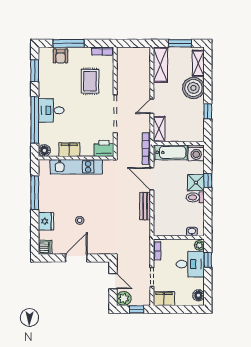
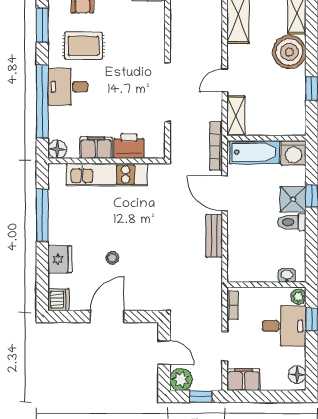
rug: (90, 81) -> (83, 46), moved, turned 90
printer: (104, 148) -> (129, 146), moved

